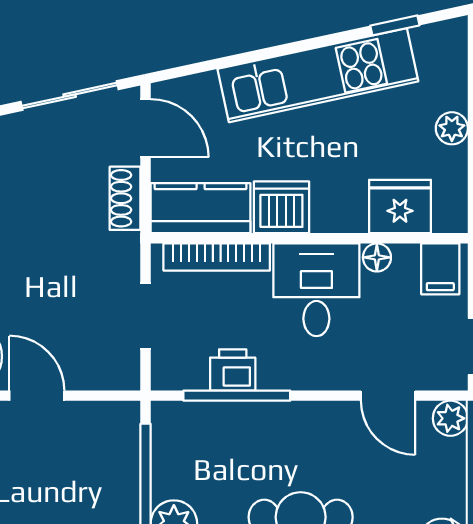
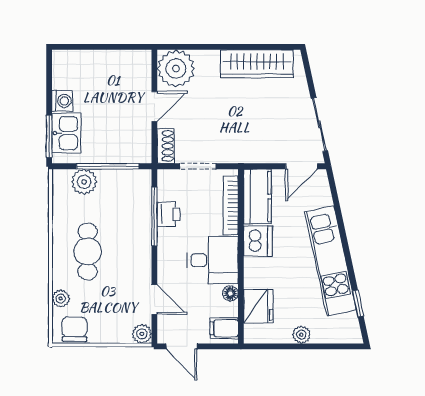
shoe rack: (125, 198) -> (166, 146), moved, turned 90
door: (388, 396) -> (154, 300), swing flipped

